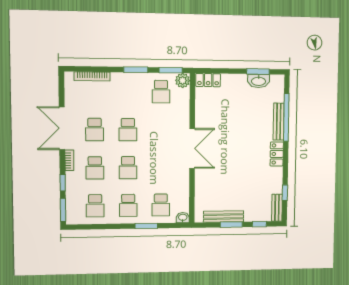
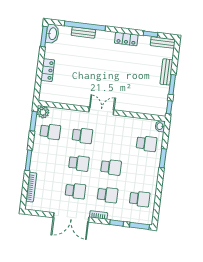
window: (136, 70) -> (29, 160), moved
window: (258, 72) -> (44, 37), moved
locker: (208, 80) -> (48, 70), moved
washbasin: (259, 81) -> (52, 34), moved
bench: (279, 122) -> (83, 33), width x0.73
double door: (192, 148) -> (101, 111), width x0.73
locker: (277, 154) -> (126, 39), moved
school desk: (128, 205) -> (82, 136), moved
bench: (224, 217) -> (166, 72), moved, width x0.73
window: (259, 224) -> (169, 107), moved

